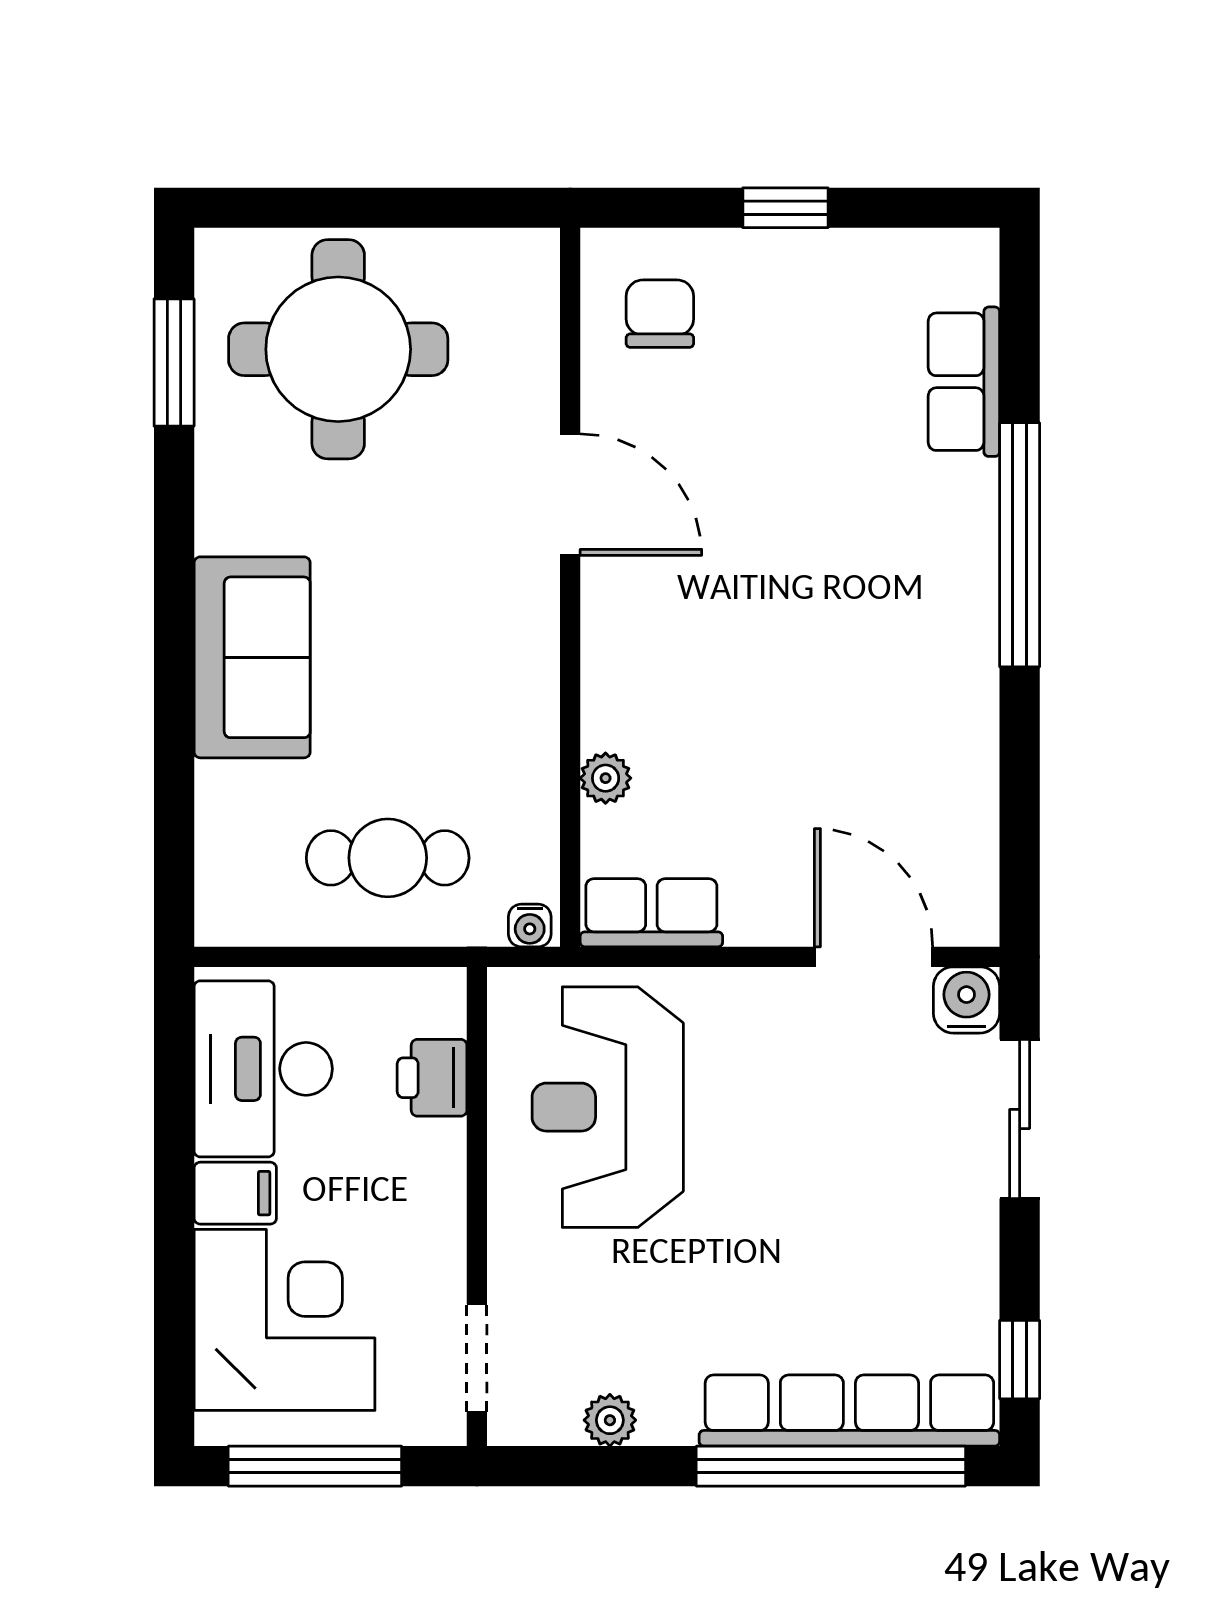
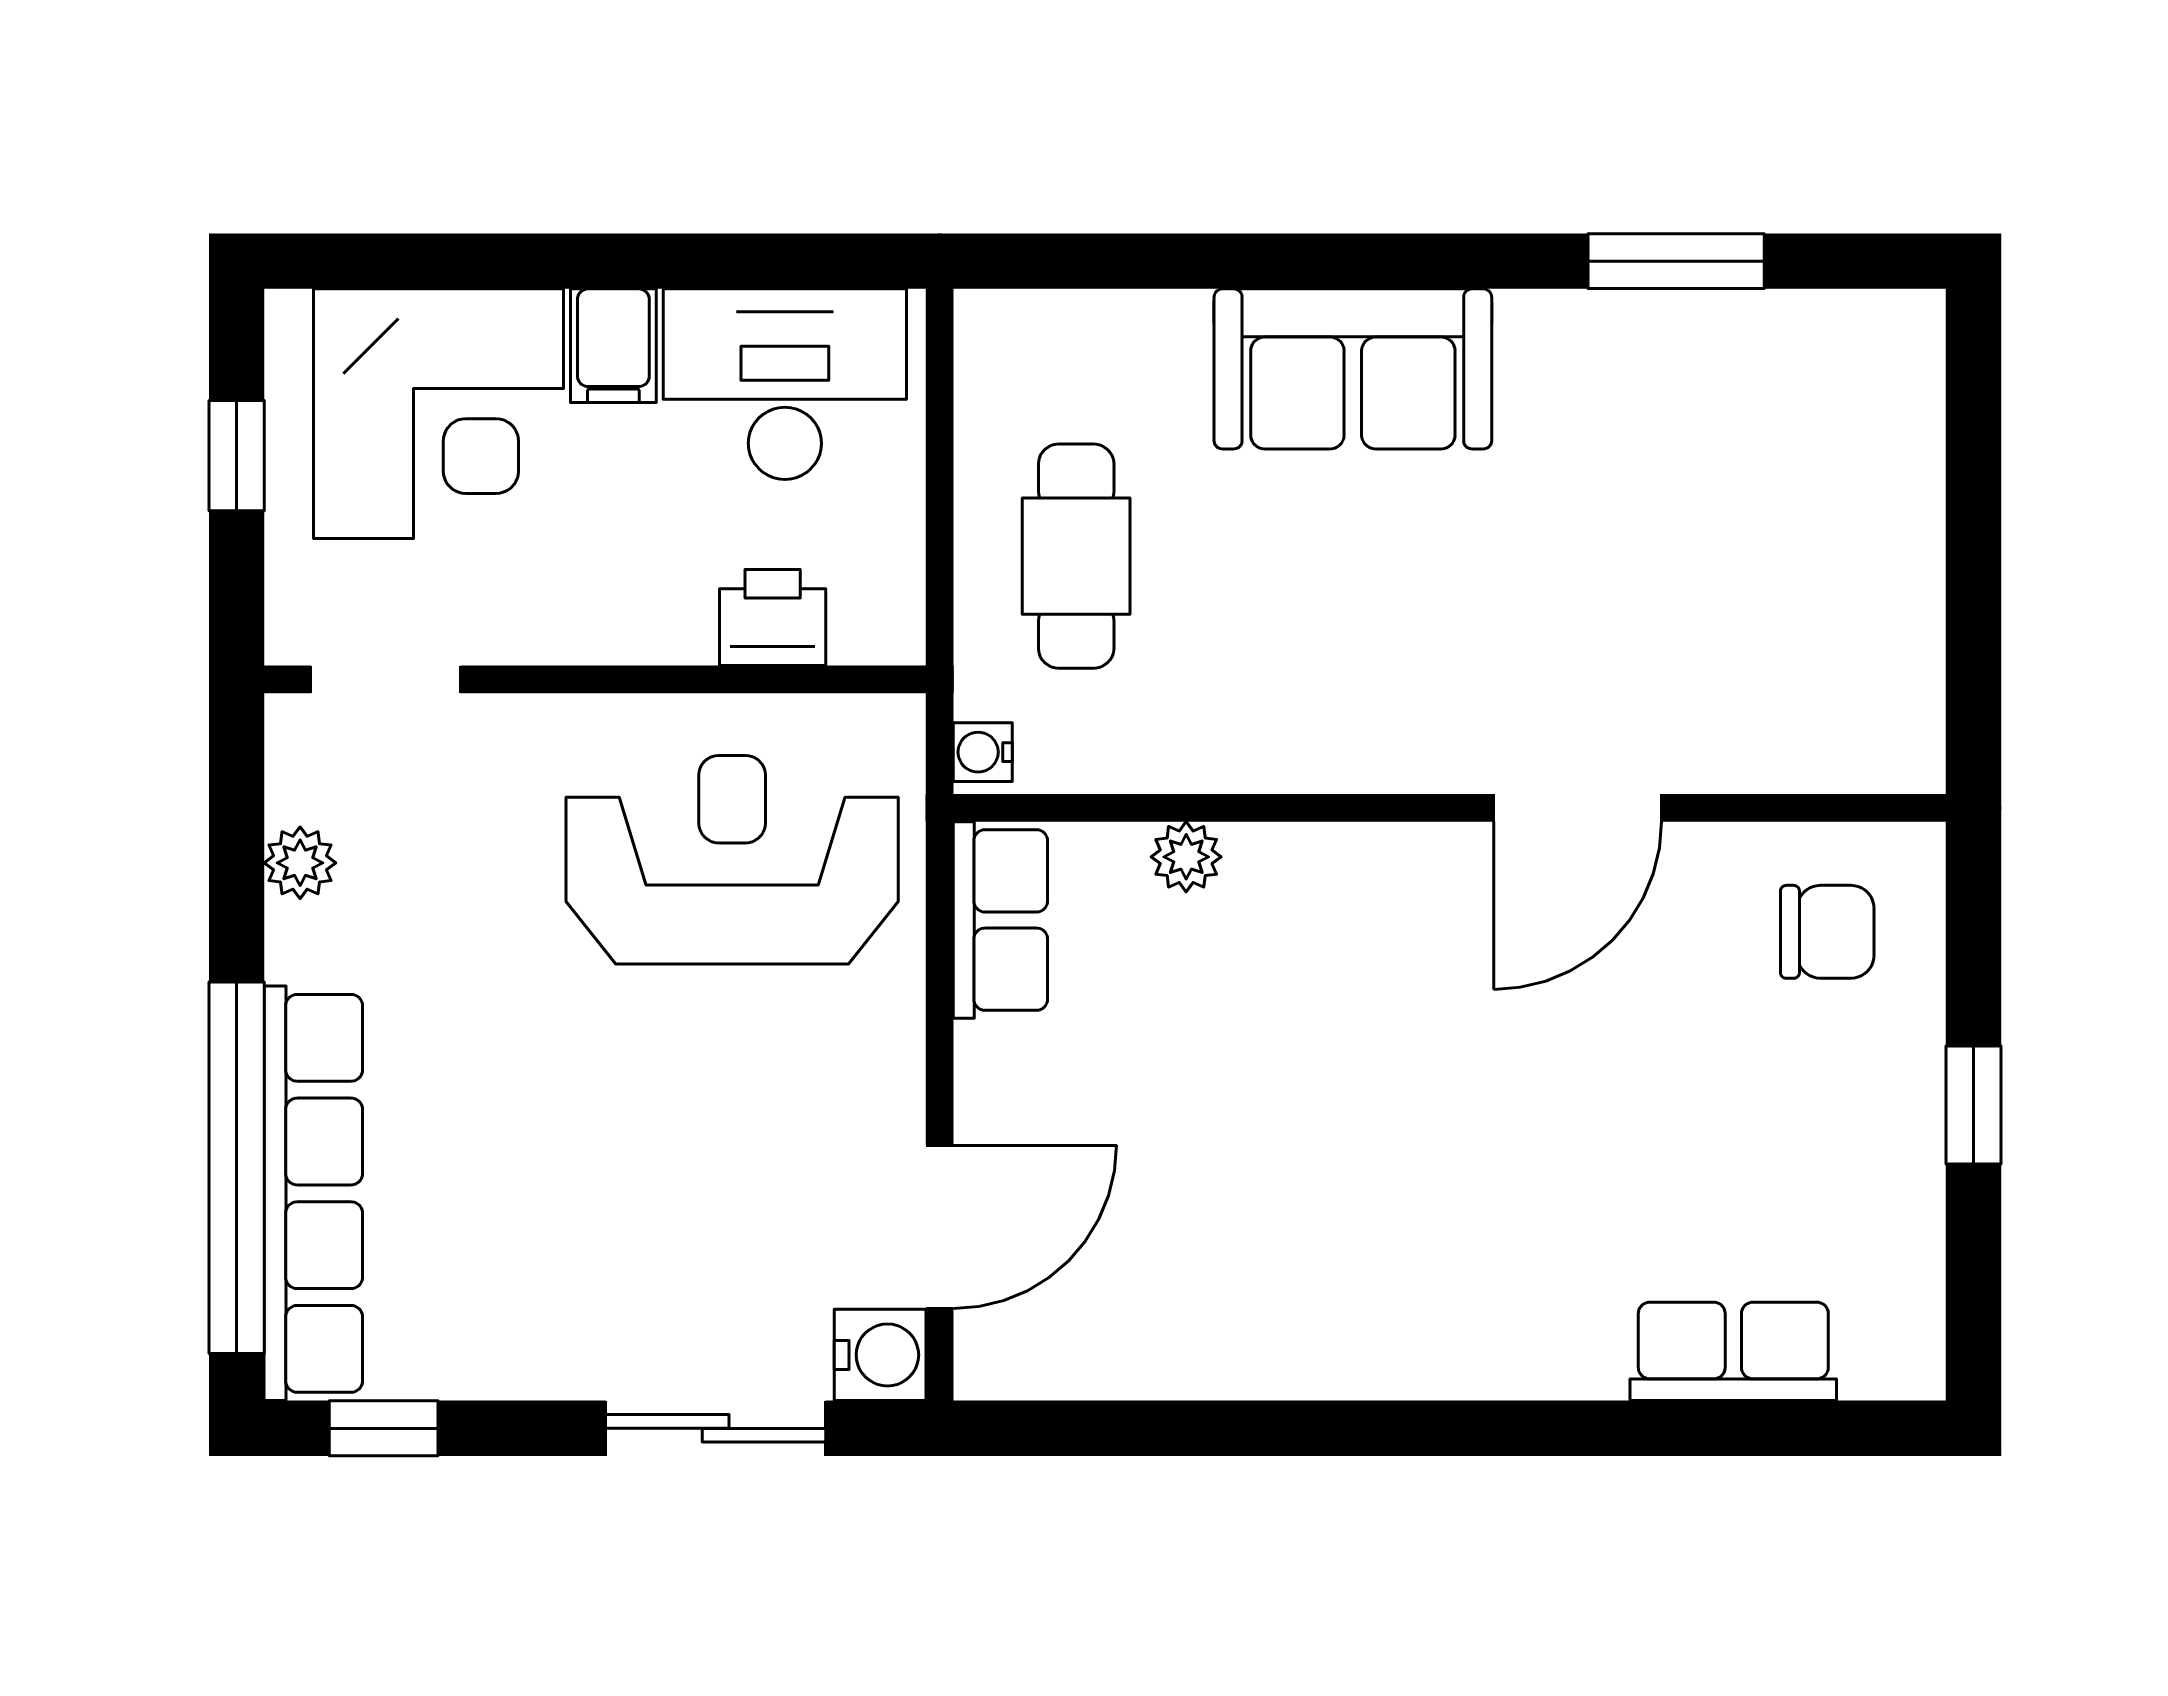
round table: (338, 349) -> (1778, 488), removed
window: (174, 362) -> (1676, 261), moved
window: (1020, 545) -> (1508, 1428), removed
window: (315, 1466) -> (237, 456), width x0.46

